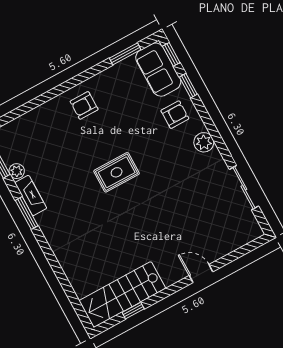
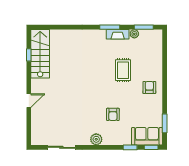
armchair: (175, 115) -> (113, 114), moved
rug: (117, 172) -> (123, 70), moved

